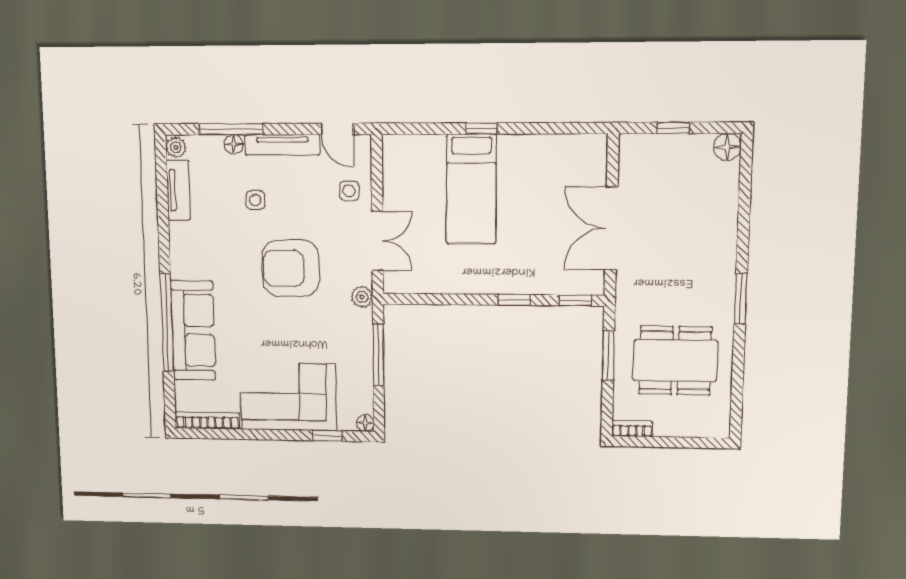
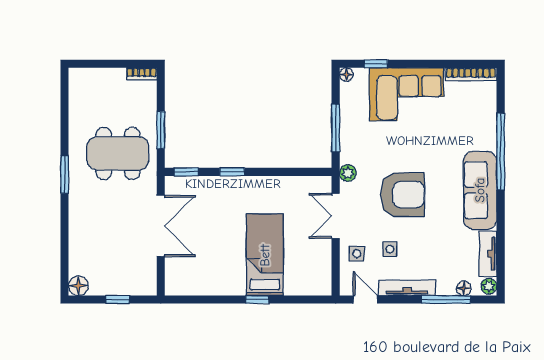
floor lamp: (234, 144) -> (464, 288), moved
side table: (255, 200) -> (390, 249), moved
sofa: (193, 330) -> (480, 190), moved
dining table: (675, 361) -> (118, 153), moved

